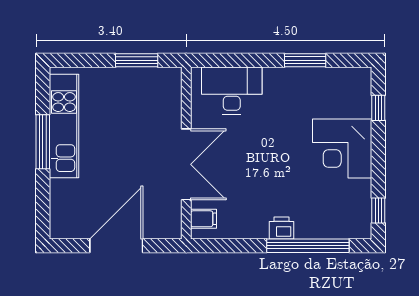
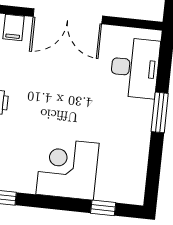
window: (305, 60) -> (160, 112), moved

